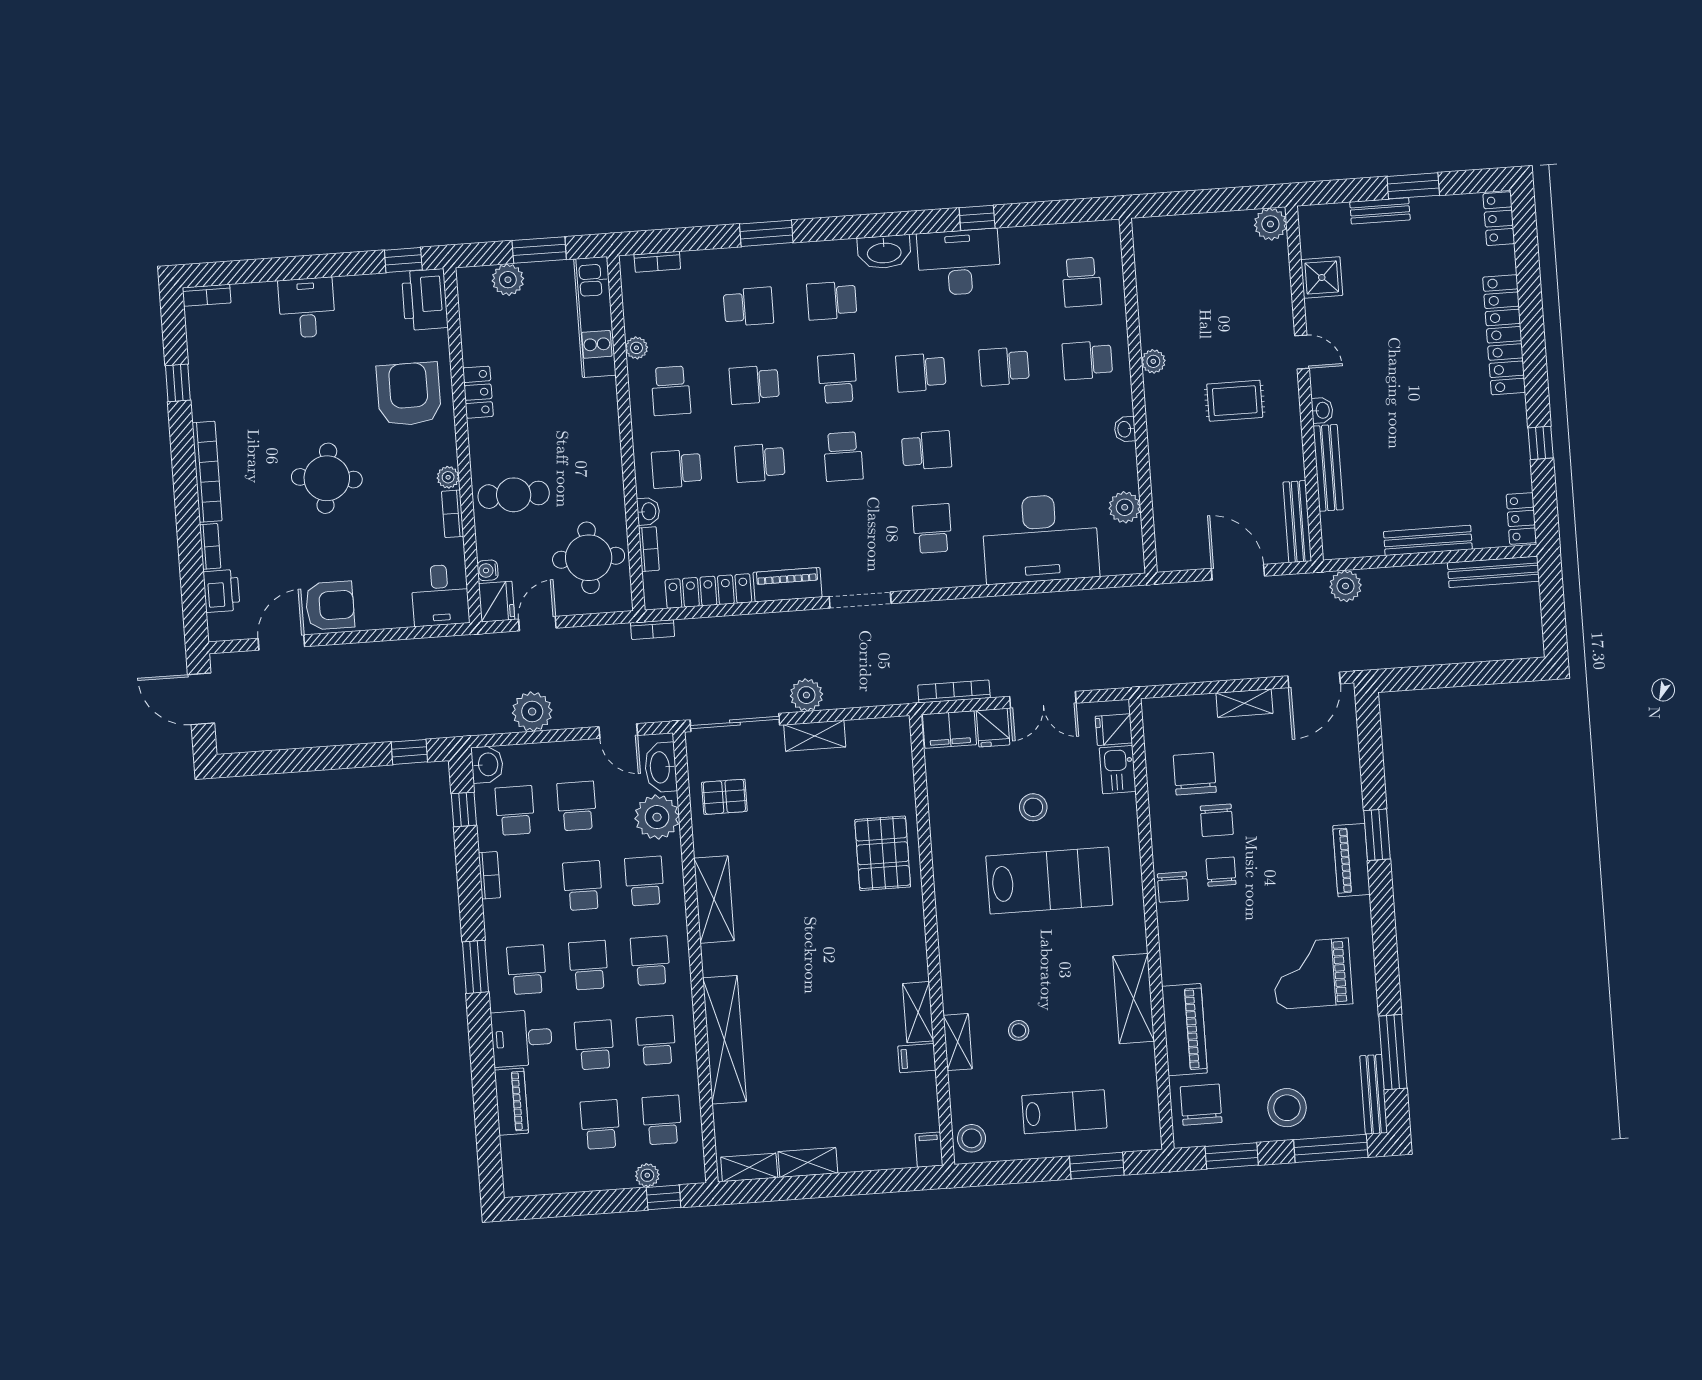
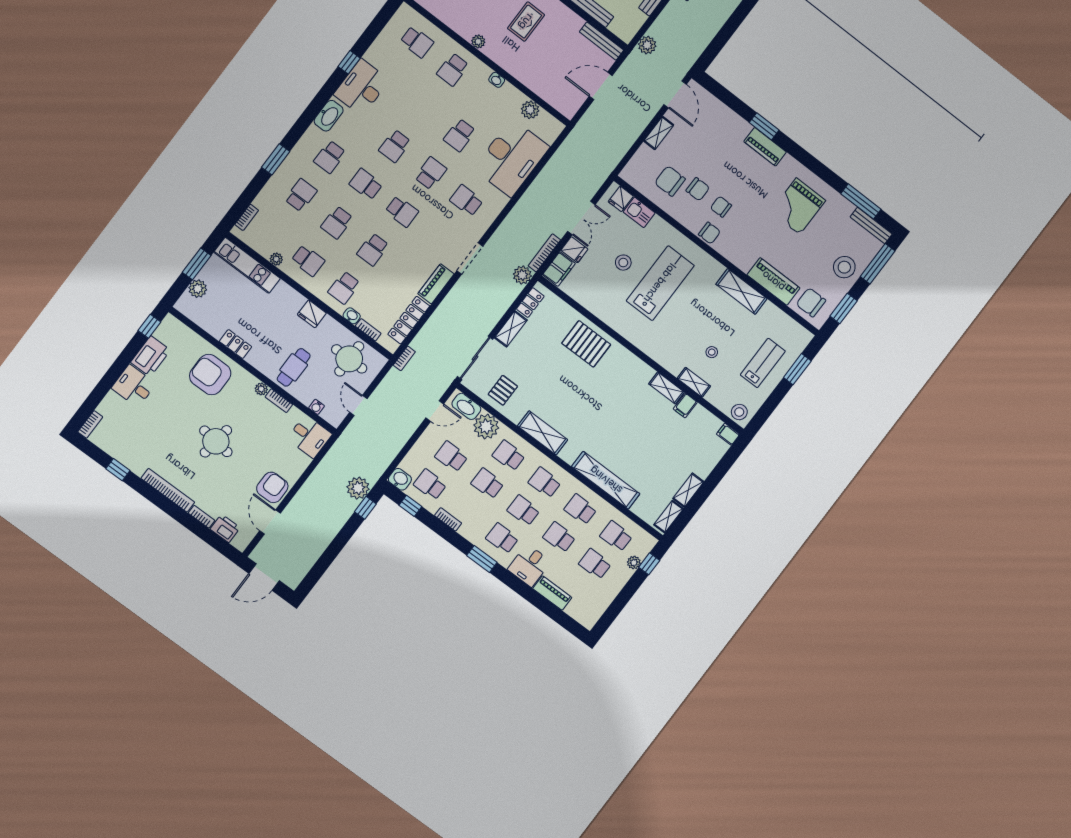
printer: (425, 300) -> (151, 356), moved, turned -90
school desk: (1004, 366) -> (460, 135), moved
fridge: (497, 602) -> (312, 314), moved, turned 180
plant: (806, 695) -> (522, 275), moved
plant: (532, 712) -> (358, 488), moved
locker: (872, 731) -> (530, 303), added

